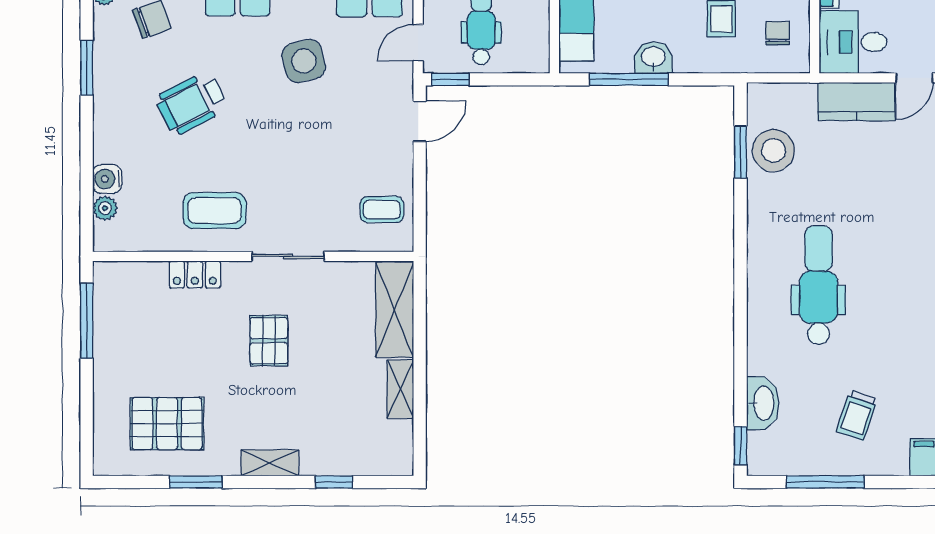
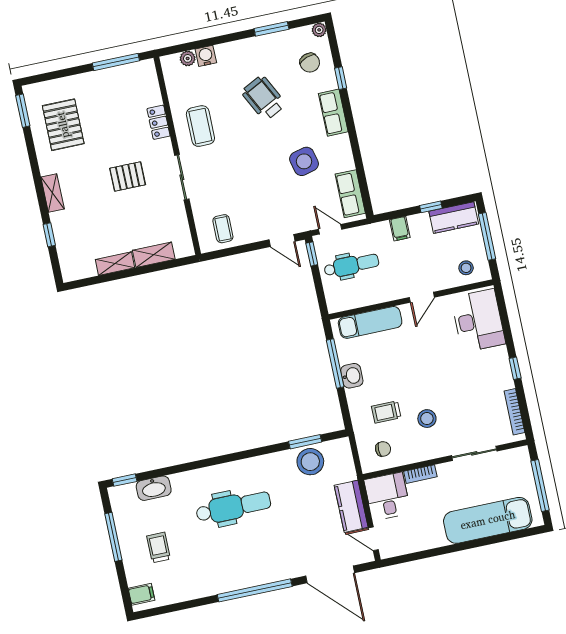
shelving: (395, 310) -> (154, 255), width x0.67, depth x0.75
trolley: (857, 415) -> (158, 547), turned 71
window: (196, 482) -> (23, 111), moved

